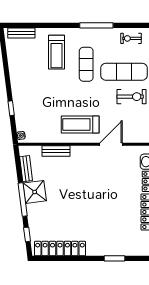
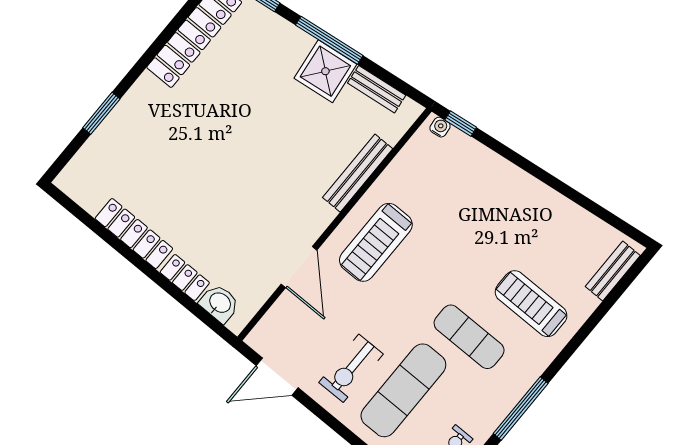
window: (11, 108) -> (461, 124), moved
treadmill: (80, 124) -> (376, 242), turned 180
bench: (56, 151) -> (358, 173), width x1.36

